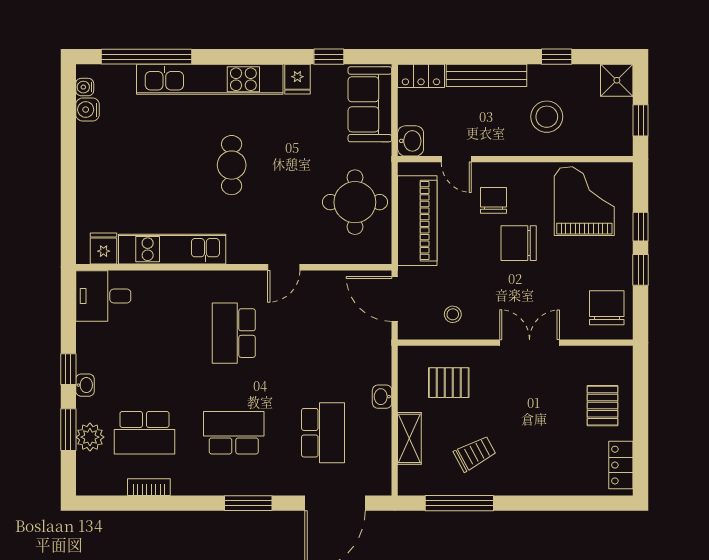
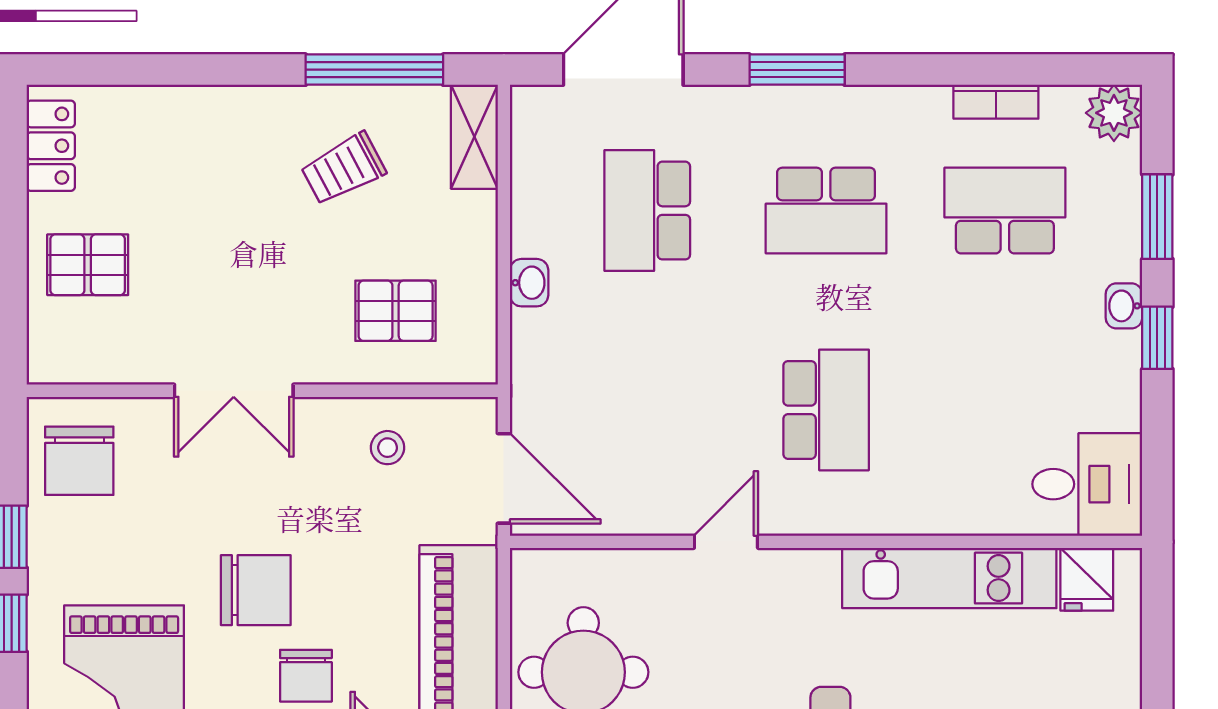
pallet: (603, 406) -> (88, 265), turned 90
plant: (90, 437) -> (1114, 113), moved
shelving: (409, 438) -> (474, 137), moved

